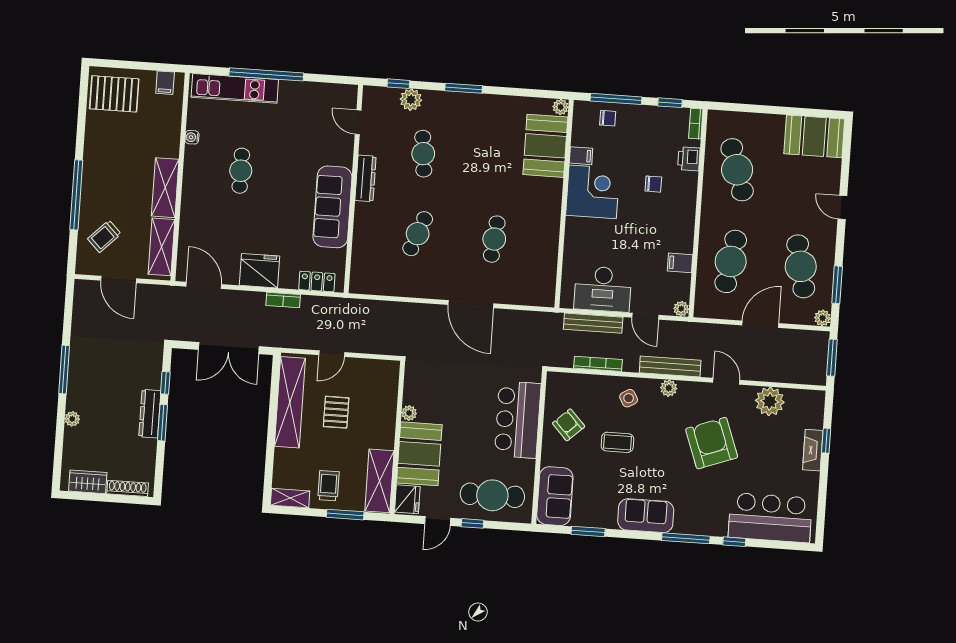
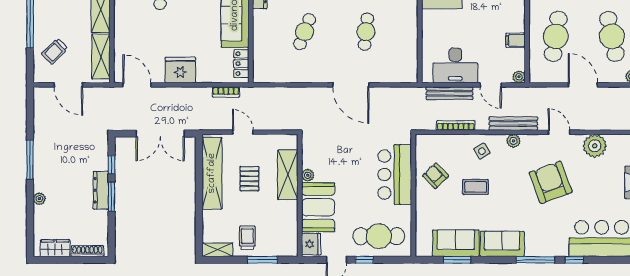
locker: (317, 282) -> (241, 64), moved, turned -90
bookcase: (283, 300) -> (226, 92), moved
door: (760, 324) -> (583, 85), hinge flipped
door: (332, 354) -> (243, 132), swing flipped
shelving: (379, 481) -> (288, 175), moved
sofa: (555, 496) -> (456, 243), moved, turned -90

